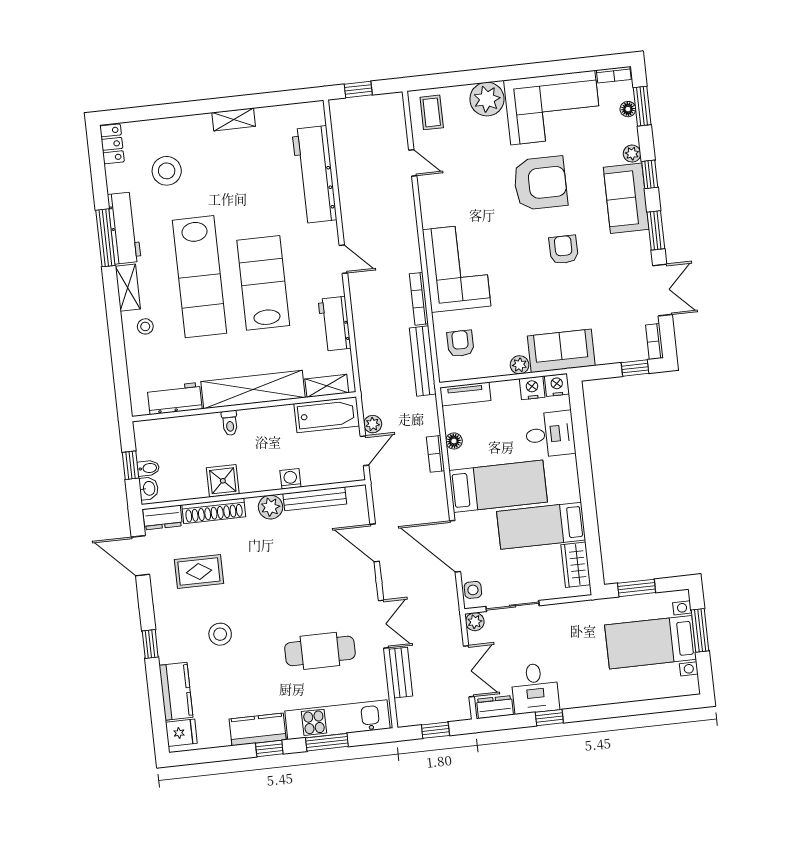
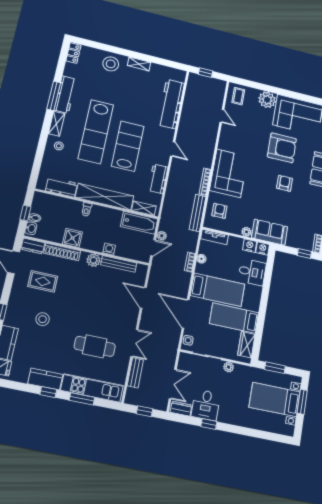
stool: (167, 171) -> (111, 64), moved
plant: (475, 622) -> (229, 367), moved

